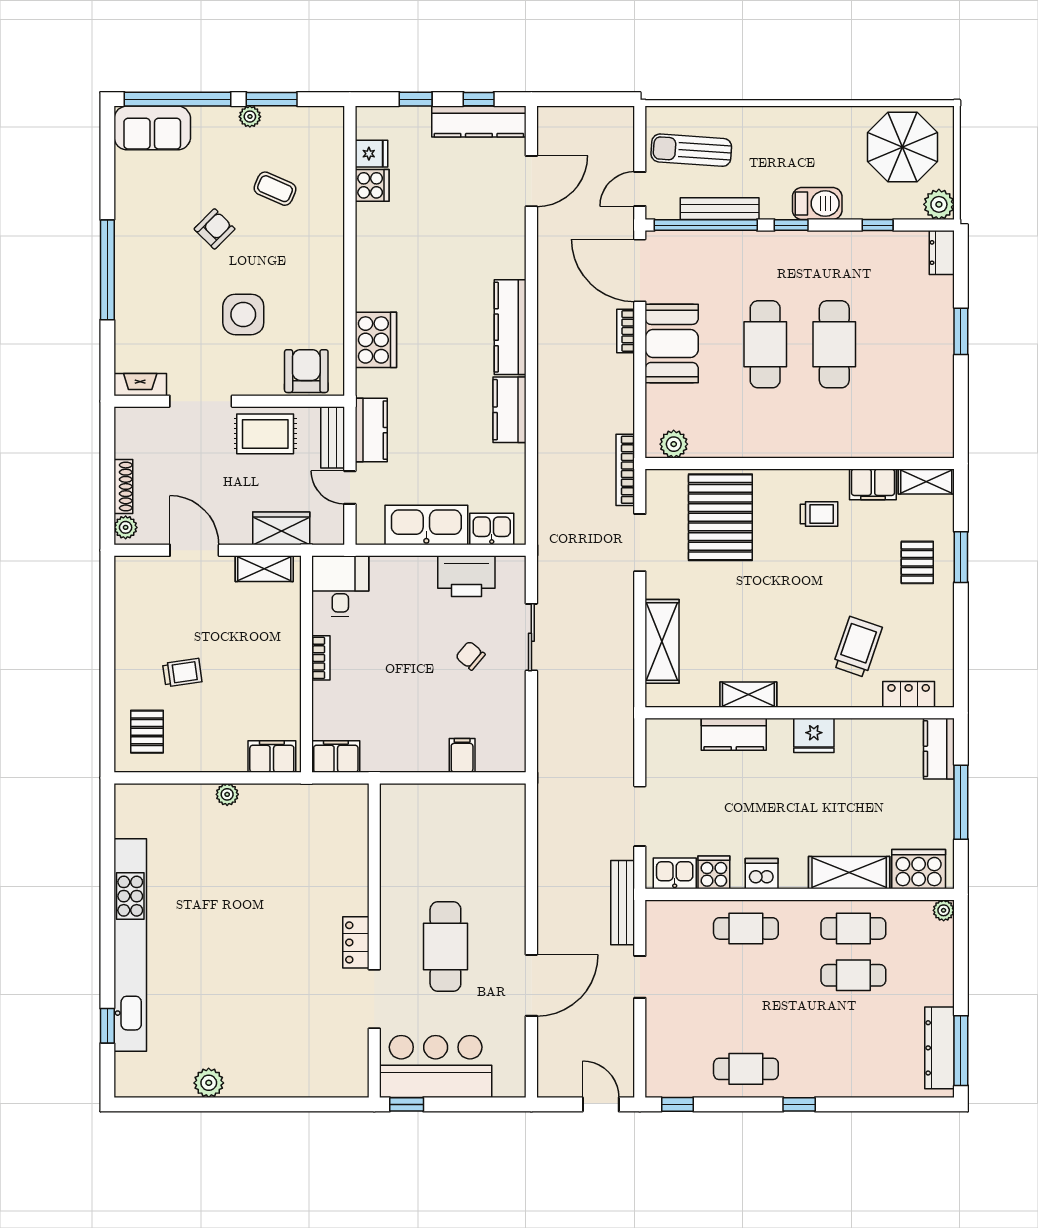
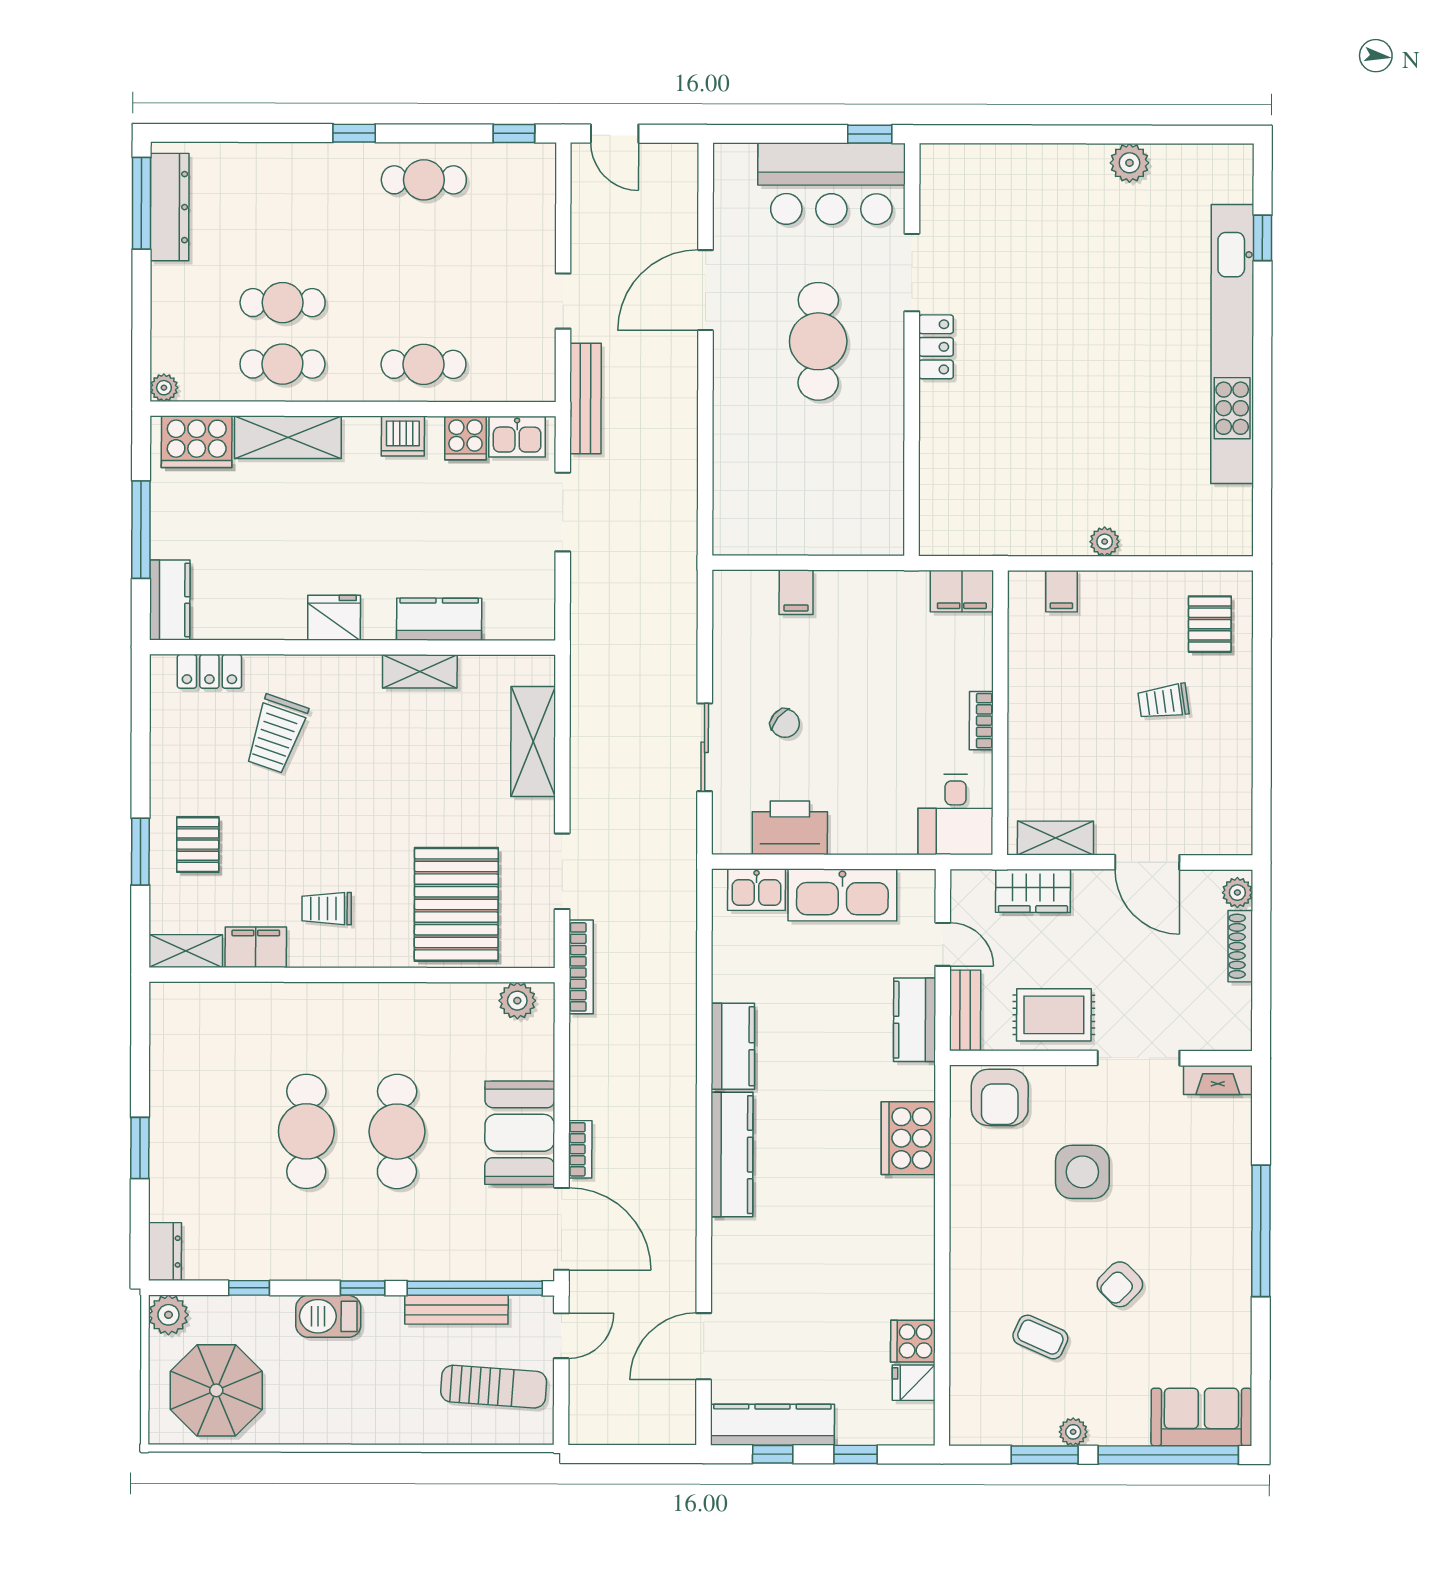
filing cabinet: (272, 757) -> (1061, 591), width x0.50

